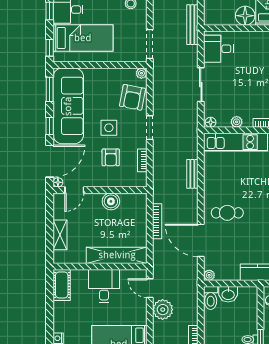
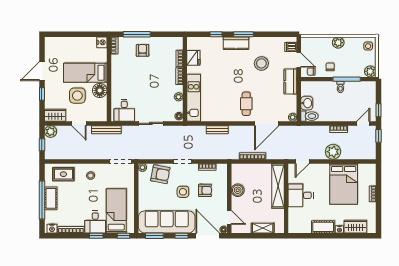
cot: (62, 285) -> (323, 227), moved
plant: (163, 310) -> (333, 152), moved

